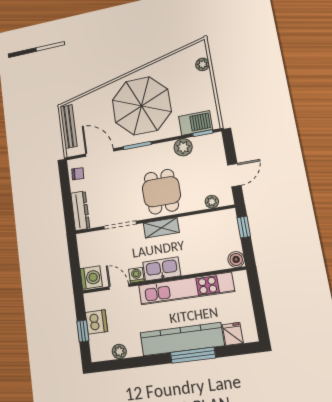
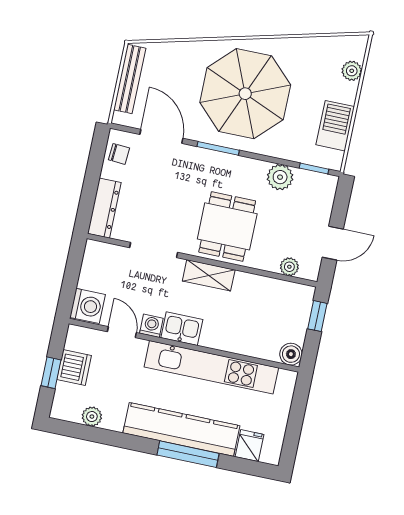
barbecue: (196, 123) -> (335, 126), moved, turned -90
kitchen sink: (162, 269) -> (182, 329), width x0.73

